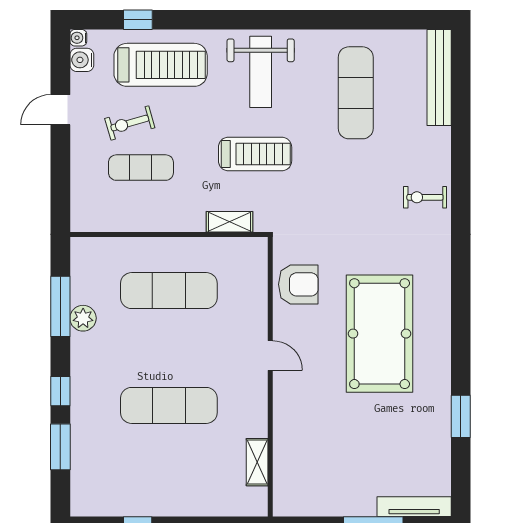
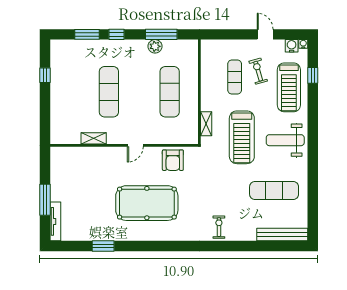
treadmill: (255, 154) -> (242, 137), width x1.37, depth x1.38
shelving: (257, 462) -> (94, 138), moved

